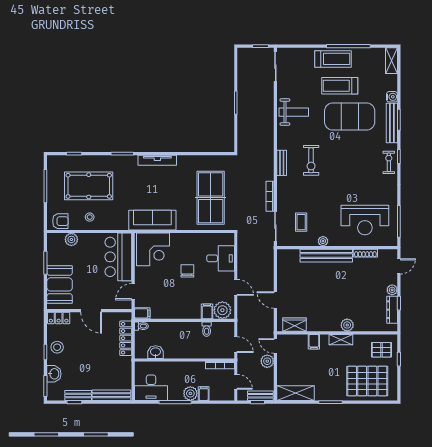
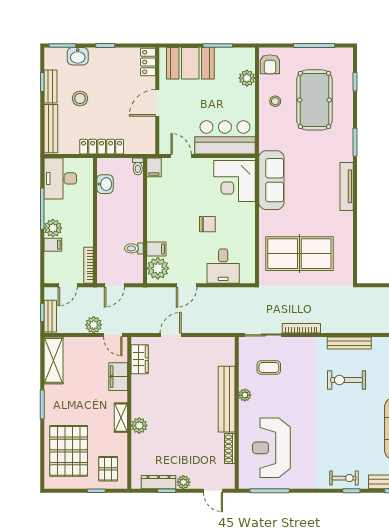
bench: (282, 163) -> (349, 343), width x1.36
locker: (126, 338) -> (102, 147), moved
filing cabinet: (314, 342) -> (118, 377), width x2.00
door: (275, 346) -> (113, 335), swing flipped
stool: (57, 347) -> (80, 98), moved

